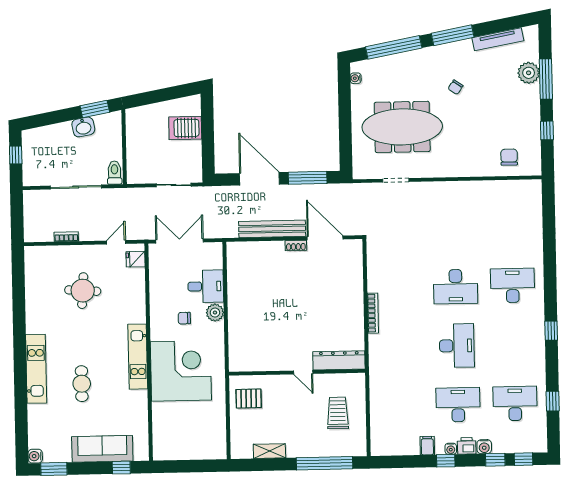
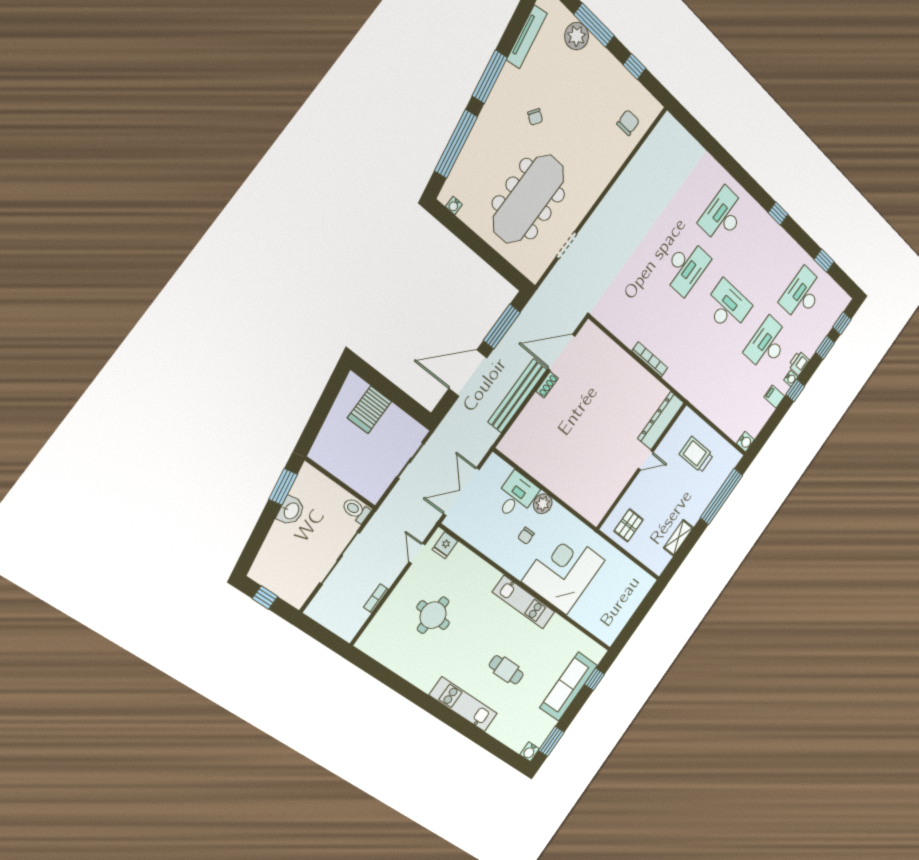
chair: (509, 157) -> (628, 123), turned 90
water cooler: (484, 447) -> (745, 442), moved

